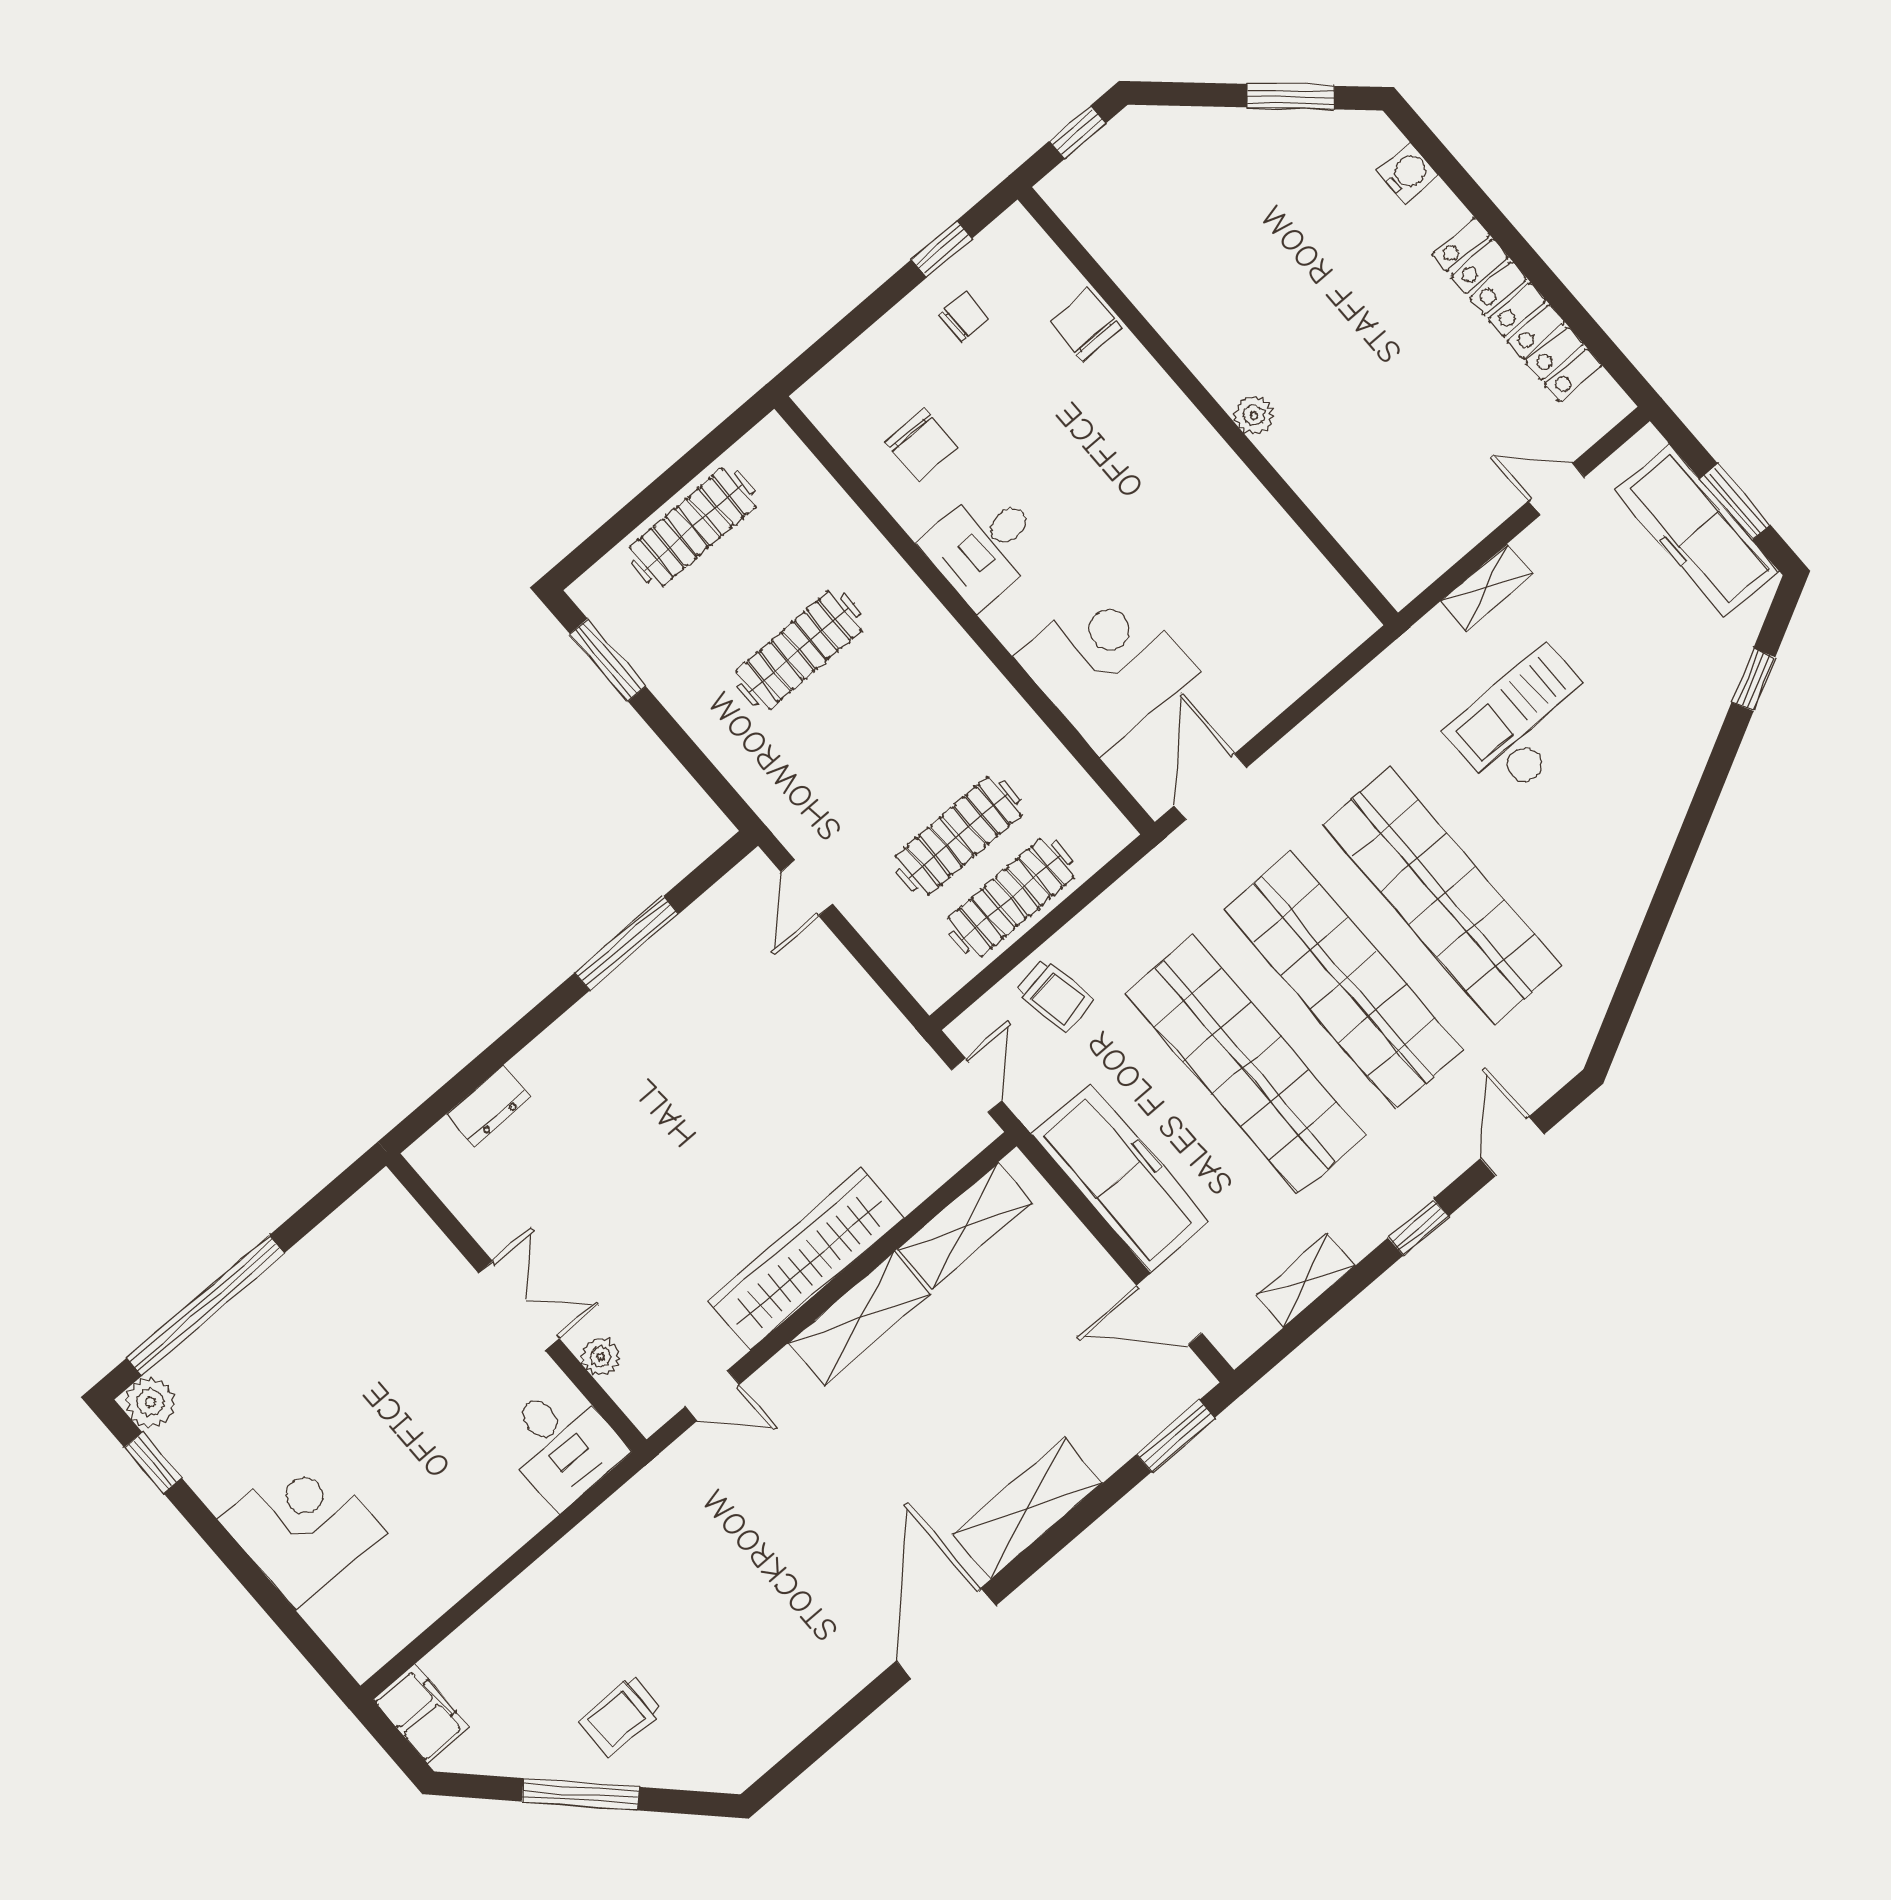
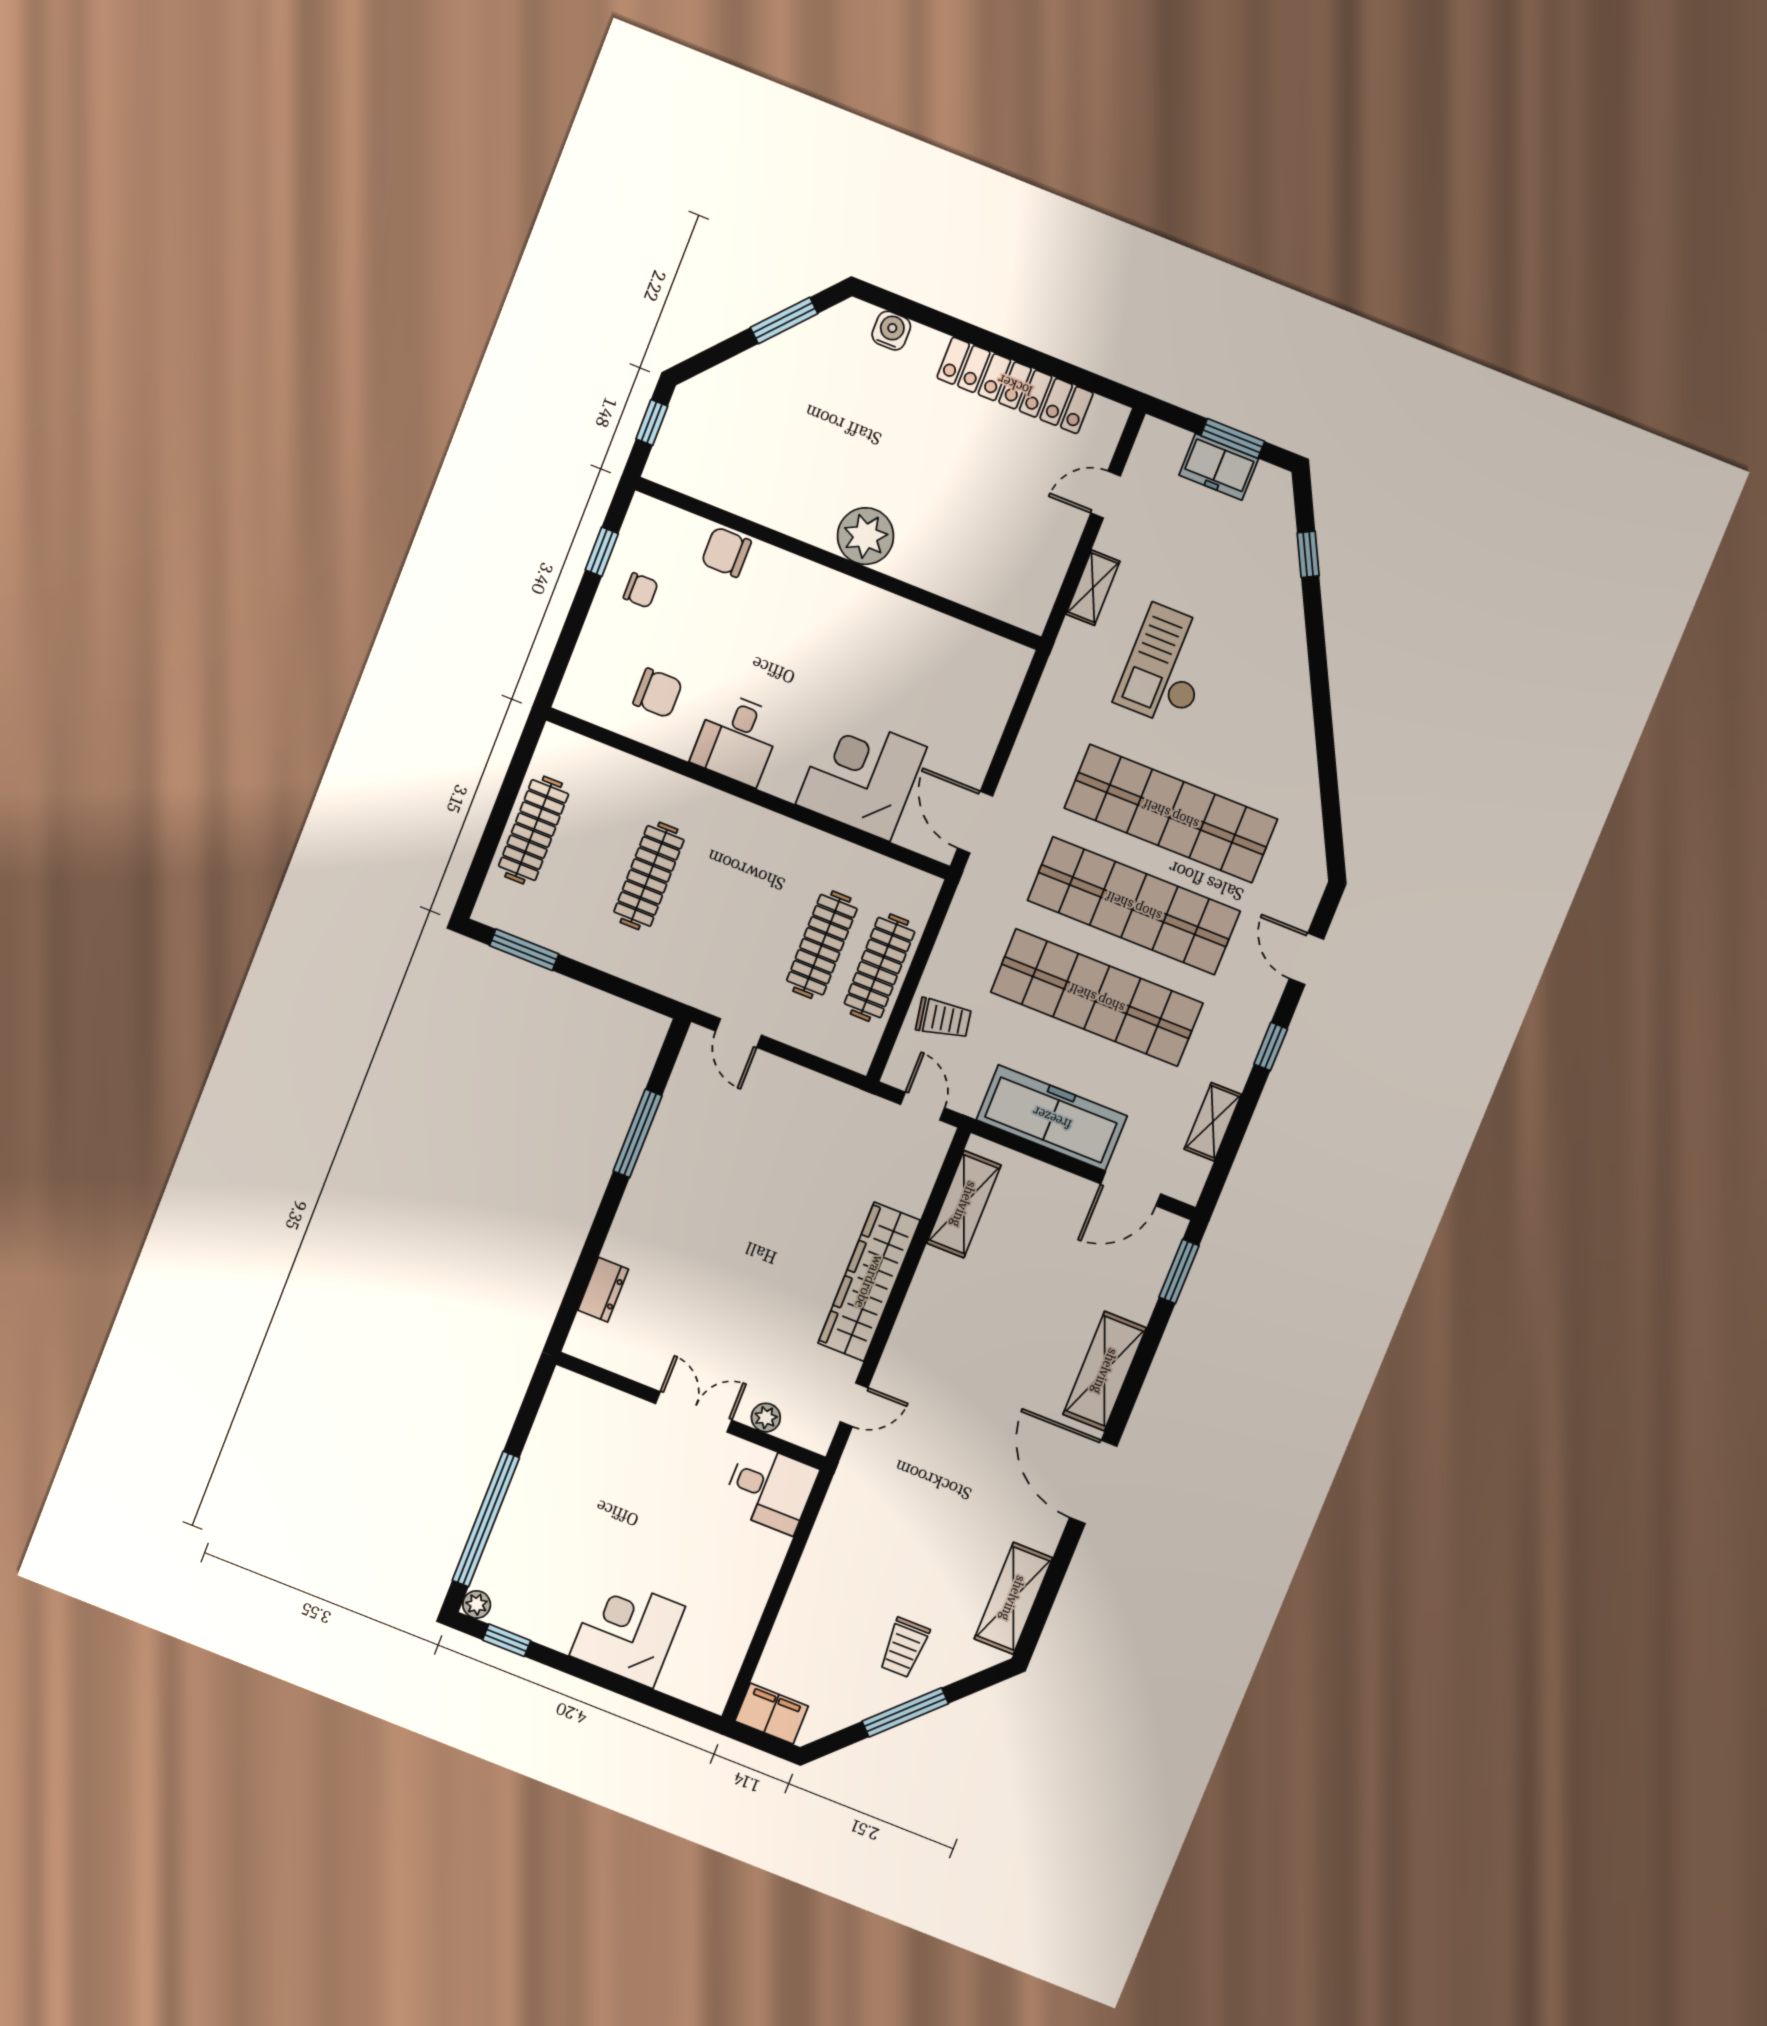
chair: (963, 317) -> (641, 590), turned 90
plant: (1254, 415) -> (866, 536), width x1.87, depth x1.87
freezer: (1697, 531) -> (1219, 467), width x0.52, depth x0.79
shelving: (860, 1318) -> (1013, 1598), moved
plant: (150, 1402) -> (477, 1604), width x0.73, depth x0.73

